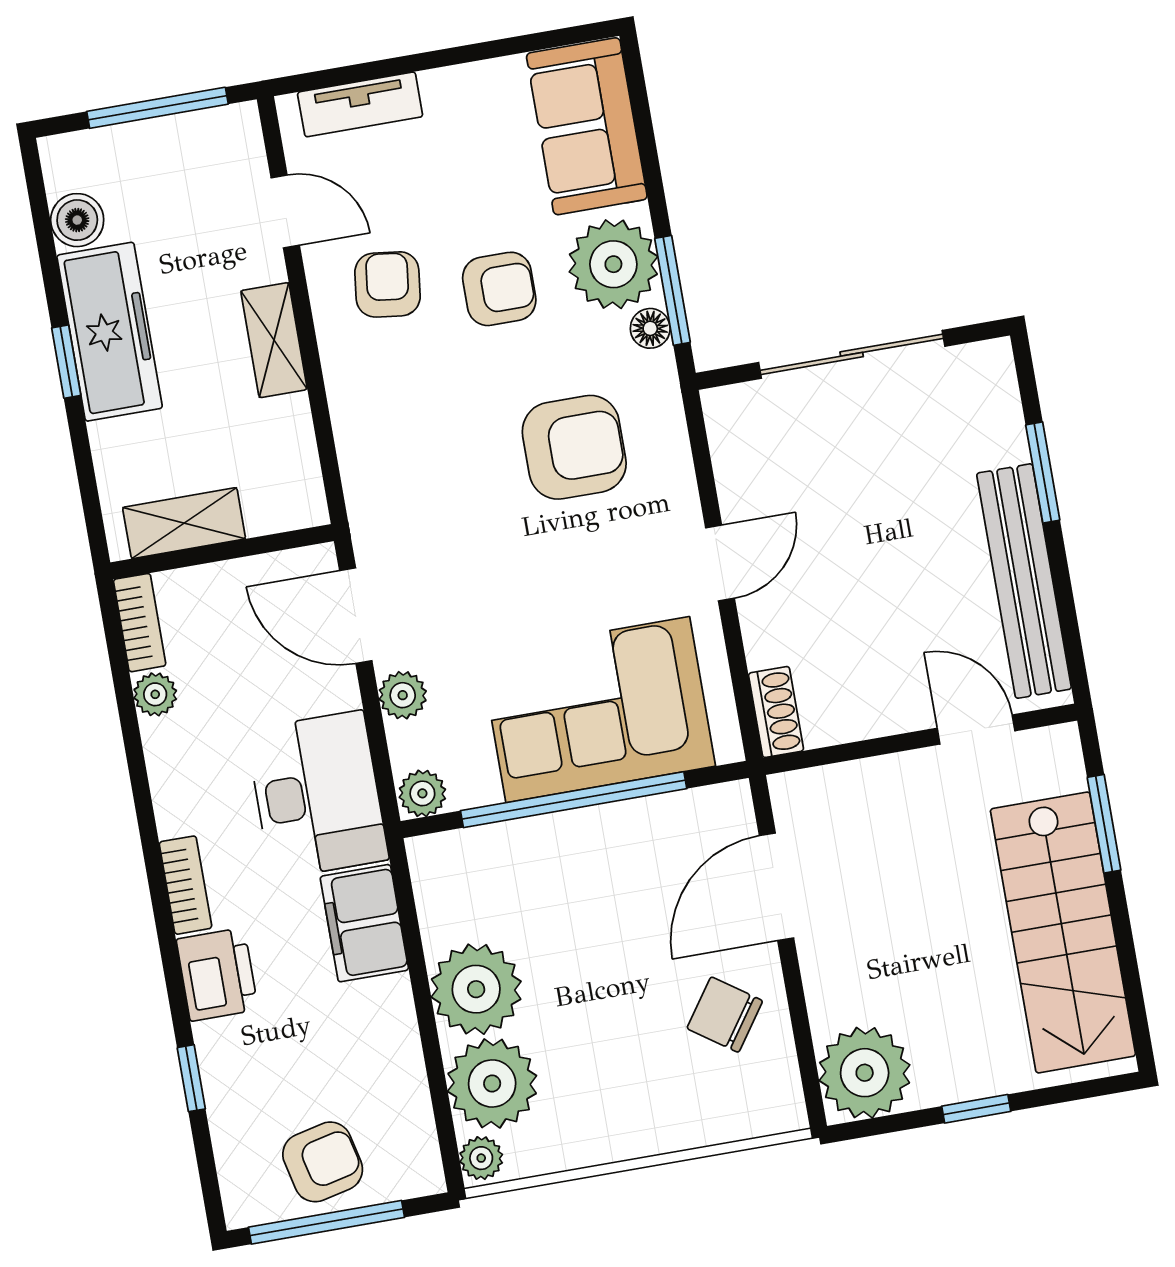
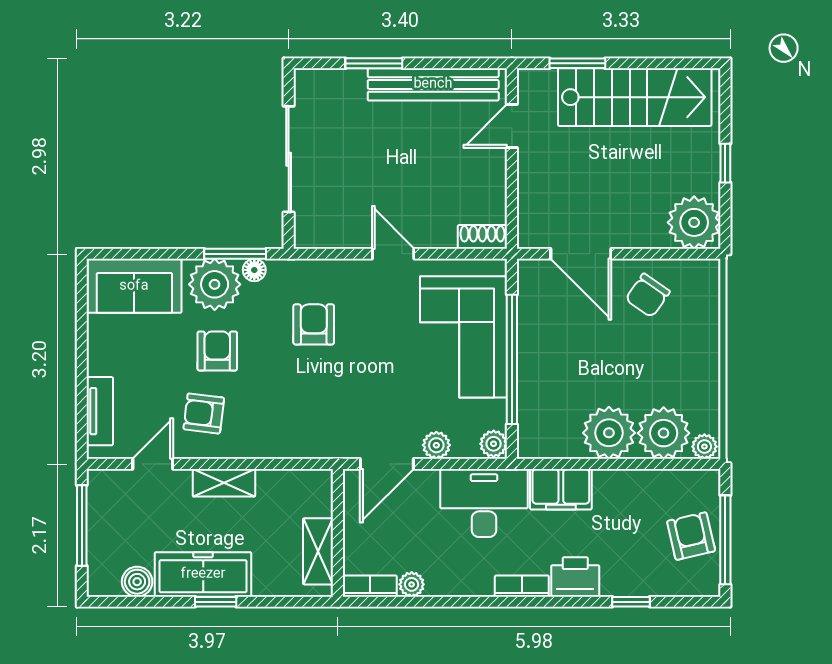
armchair: (574, 447) -> (314, 324), width x0.72, depth x0.72

